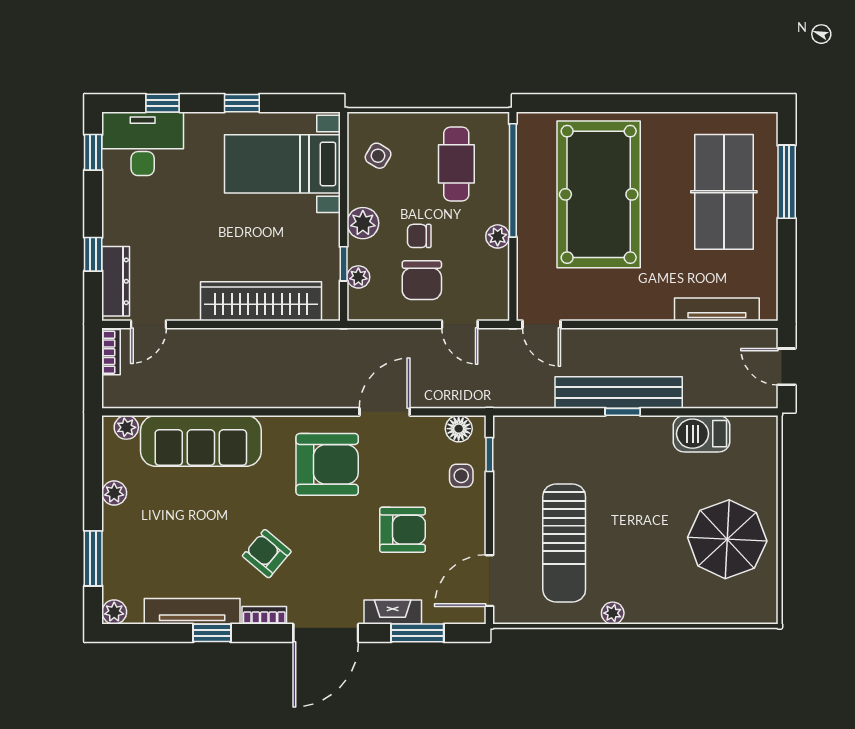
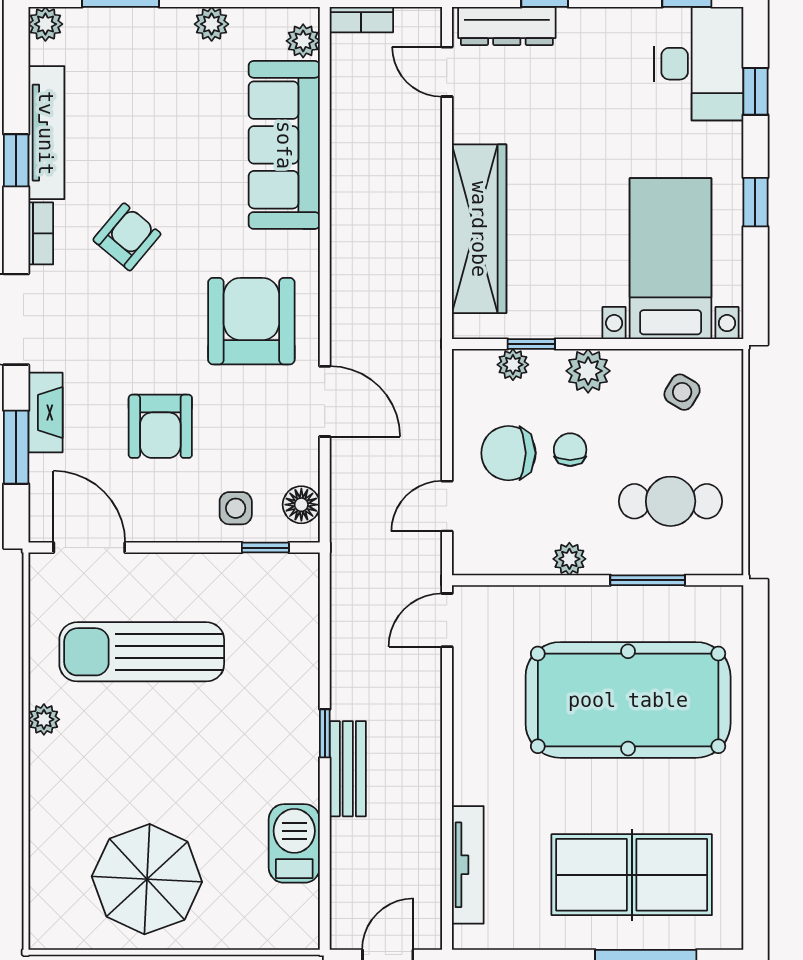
window: (513, 180) -> (648, 580), width x0.47
bookcase: (111, 352) -> (361, 20), moved
bench: (619, 393) -> (348, 769), width x0.54, depth x0.82
armchair: (327, 464) -> (251, 321), turned 180

